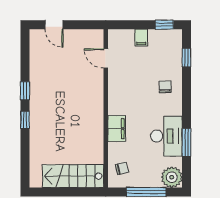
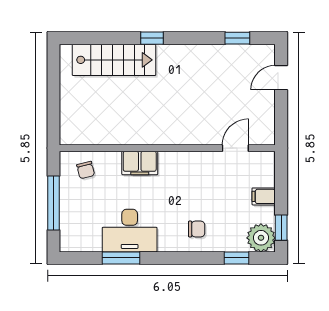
window: (25, 91) -> (237, 38), moved
stairs: (73, 176) -> (114, 60), moved, turned 90
plant: (172, 177) -> (261, 238), moved

